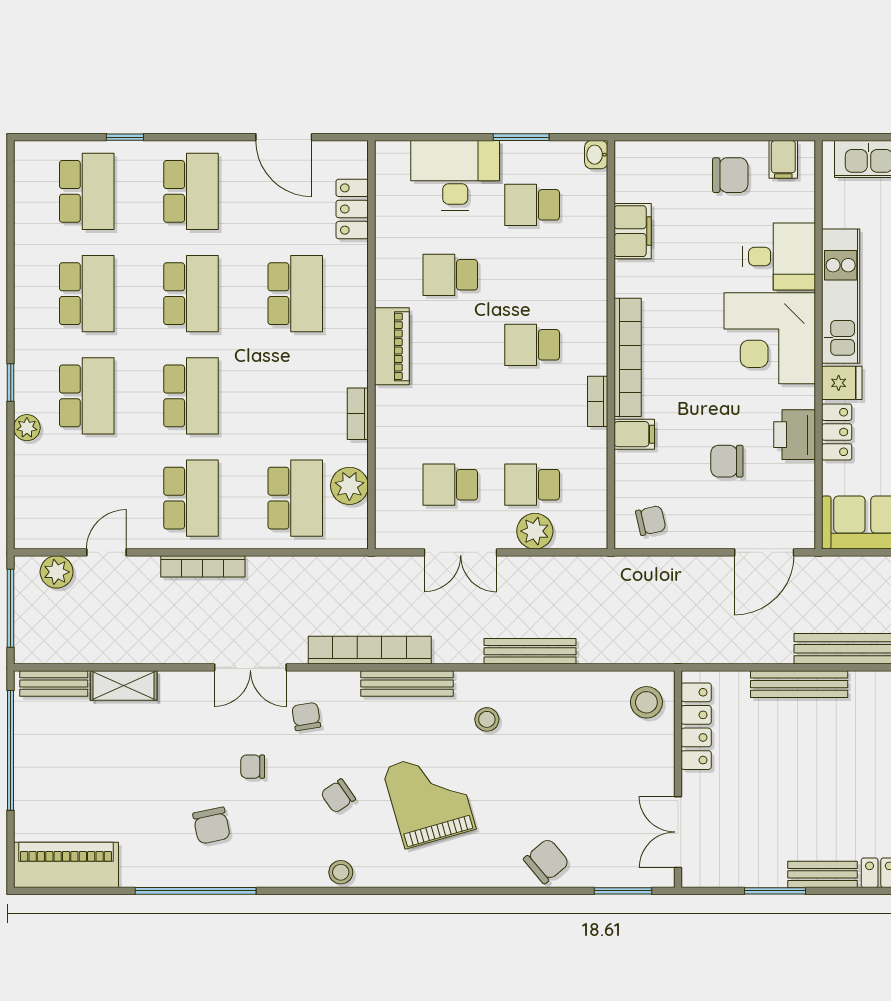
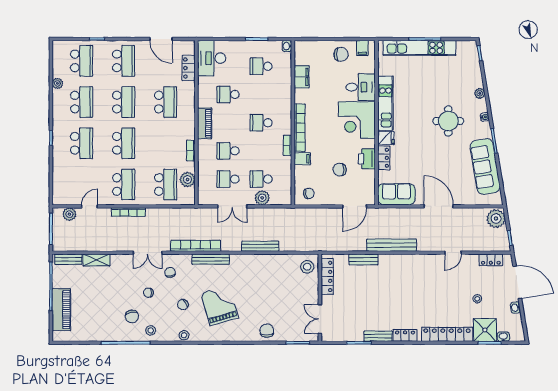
desk: (455, 175) -> (212, 58), moved, turned -90
school desk: (450, 415) -> (228, 151), added
plant: (27, 428) -> (57, 83), moved
bench: (799, 684) -> (363, 259), width x0.73
stool: (487, 719) -> (151, 330), moved
chair: (546, 861) -> (267, 331), turned -50
piano: (66, 865) -> (61, 310), moved, turned 90

